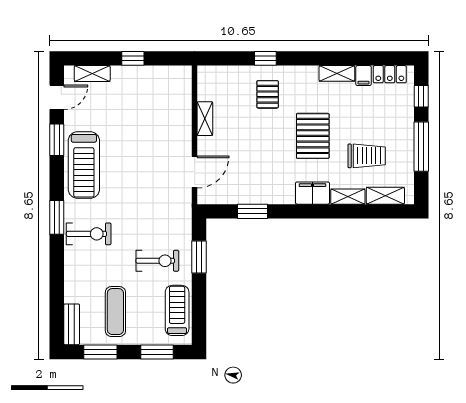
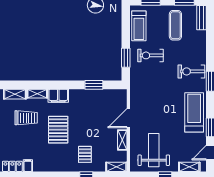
shelving: (337, 73) -> (116, 167), moved
weight bench: (152, 101) -> (154, 150), added
trolley: (367, 156) -> (26, 118), turned 180
door: (195, 172) -> (128, 118), moved

